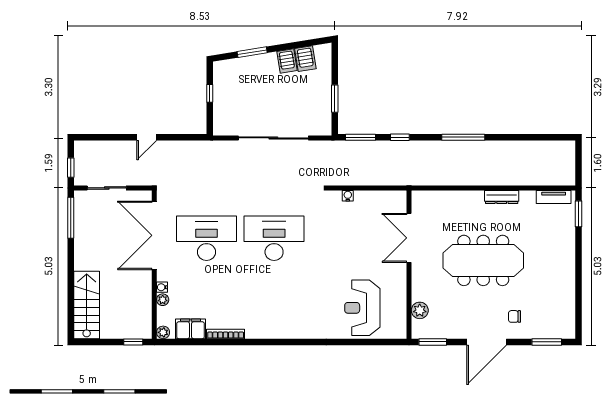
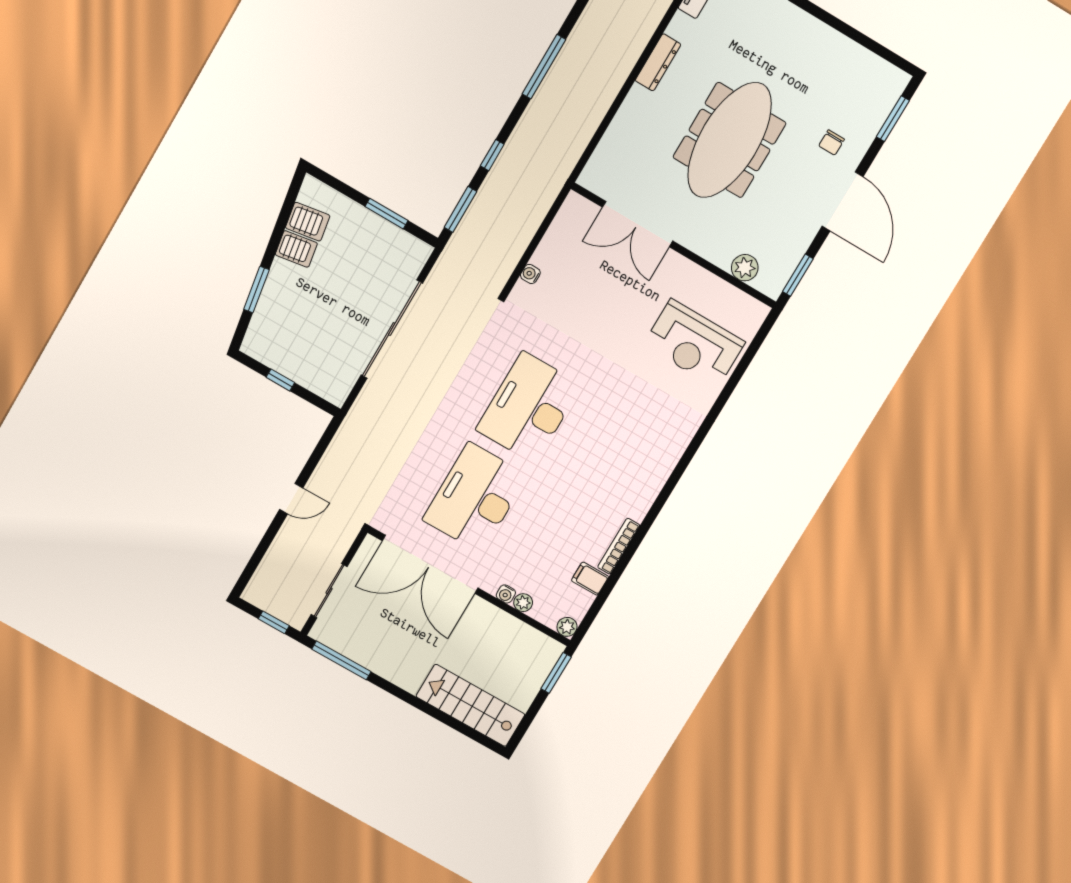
door: (147, 137) -> (291, 499), hinge flipped
filing cabinet: (191, 329) -> (590, 579), width x0.50
window: (133, 342) -> (556, 673), width x1.50

